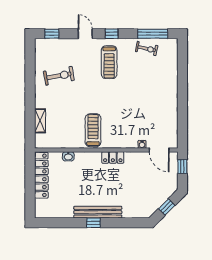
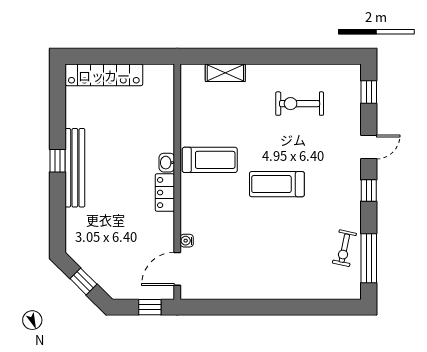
treadmill: (109, 62) -> (277, 184), moved
exercise bike: (59, 76) -> (300, 104), turned 100
washbasin: (68, 156) -> (167, 163), moved
locker: (41, 175) -> (104, 75), moved

